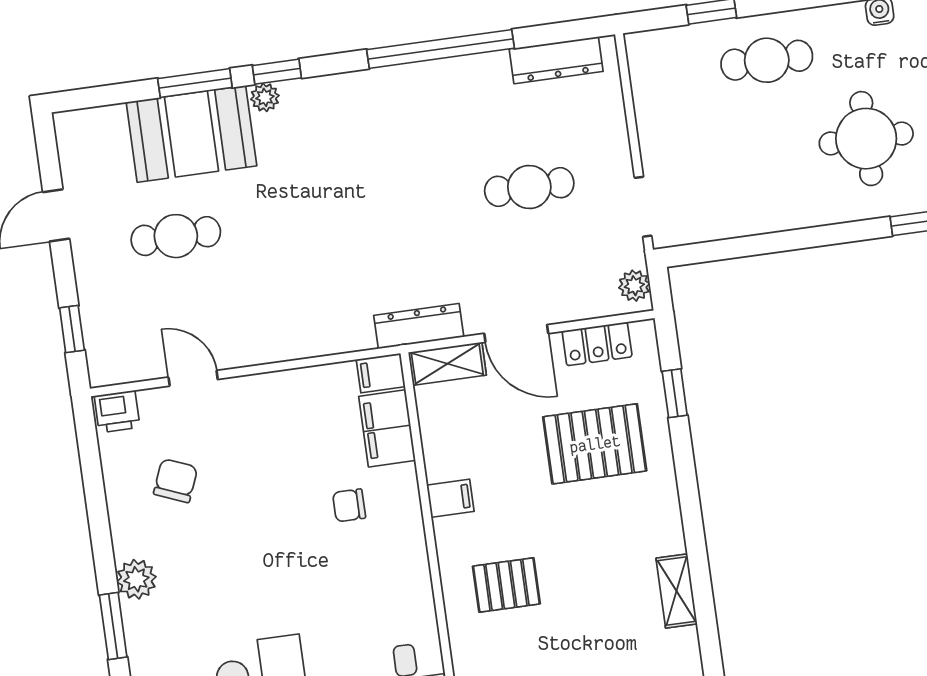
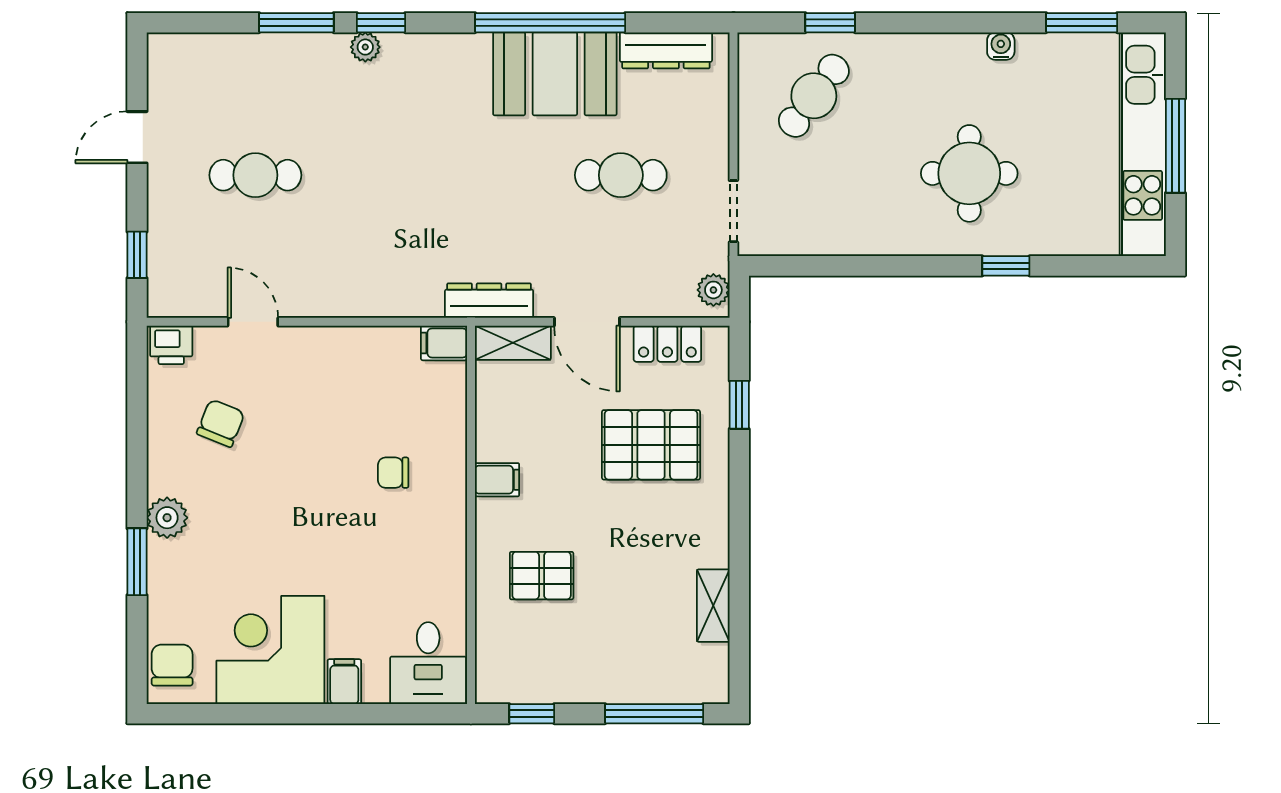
cafe table: (767, 60) -> (814, 96), moved, turned -53
booth: (191, 134) -> (555, 74), moved
filing cabinet: (387, 428) -> (443, 400), removed

